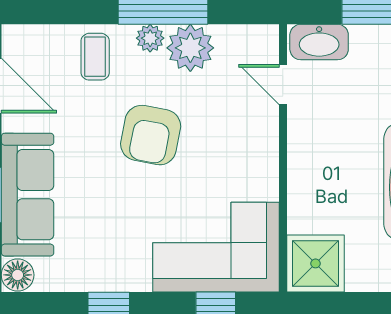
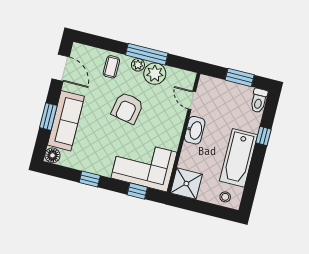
washbasin: (319, 42) -> (195, 130), moved, turned -90

